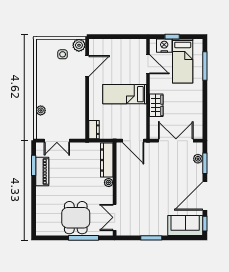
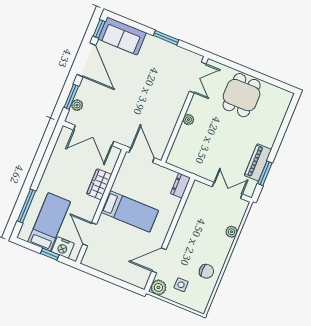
chair: (47, 73) -> (206, 271), added
dresser: (107, 160) -> (180, 146), removed
door: (205, 196) -> (86, 60), hinge flipped
window: (83, 238) -> (242, 69), removed

